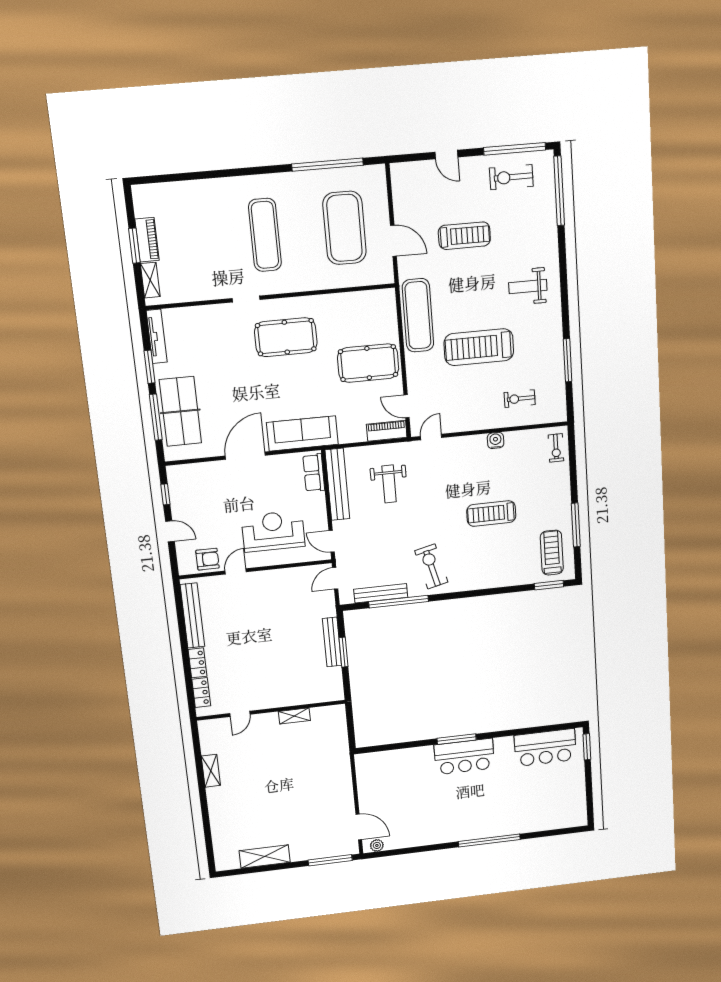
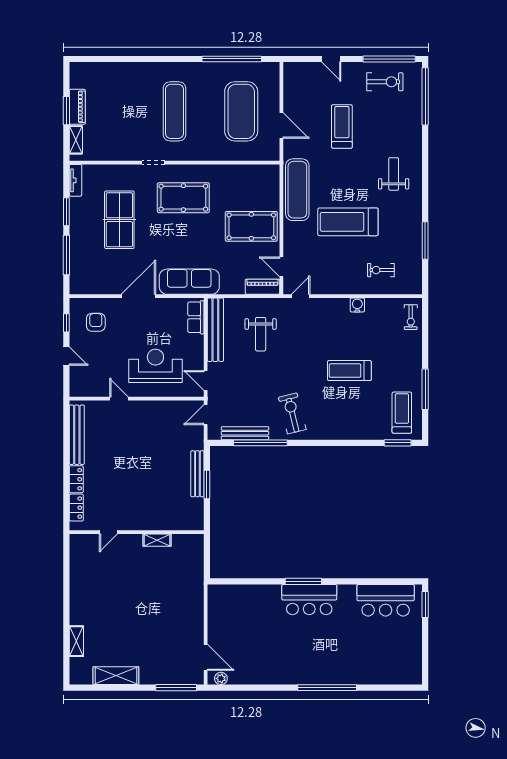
exercise bike: (511, 177) -> (385, 82), turned 180
treadmill: (464, 236) -> (342, 126), turned -90
weight bench: (528, 287) -> (394, 174), turned 90
tv unit: (157, 336) -> (76, 180), width x0.71
table tennis table: (180, 411) -> (119, 220), moved
armchair: (207, 559) -> (96, 322), moved, turned -90
door: (236, 571) -> (119, 399), hinge flipped
shelving: (211, 771) -> (76, 641), moved

